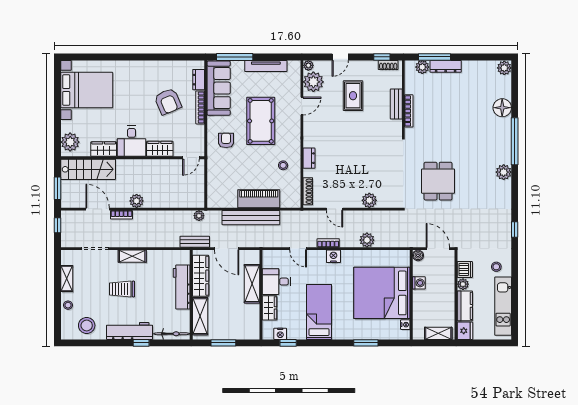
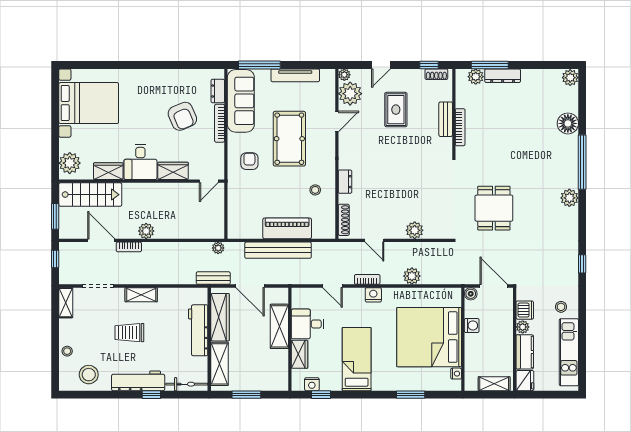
shelving: (67, 279) -> (66, 303), moved

